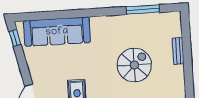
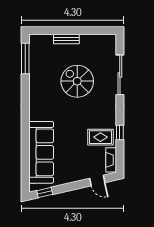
window: (143, 10) -> (25, 59), moved

